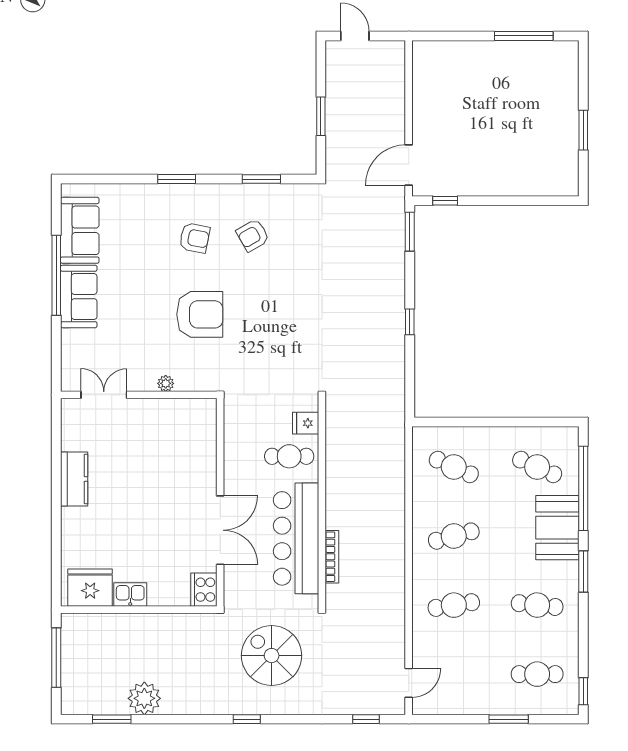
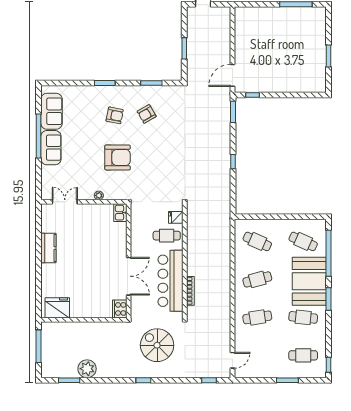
booth: (557, 528) -> (309, 281), width x1.36, depth x1.42
kitchen sink: (130, 594) -> (120, 213), moved, turned -90

